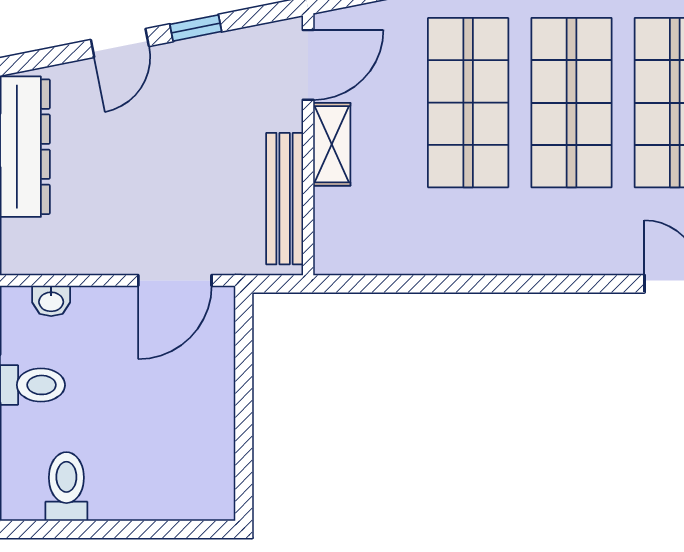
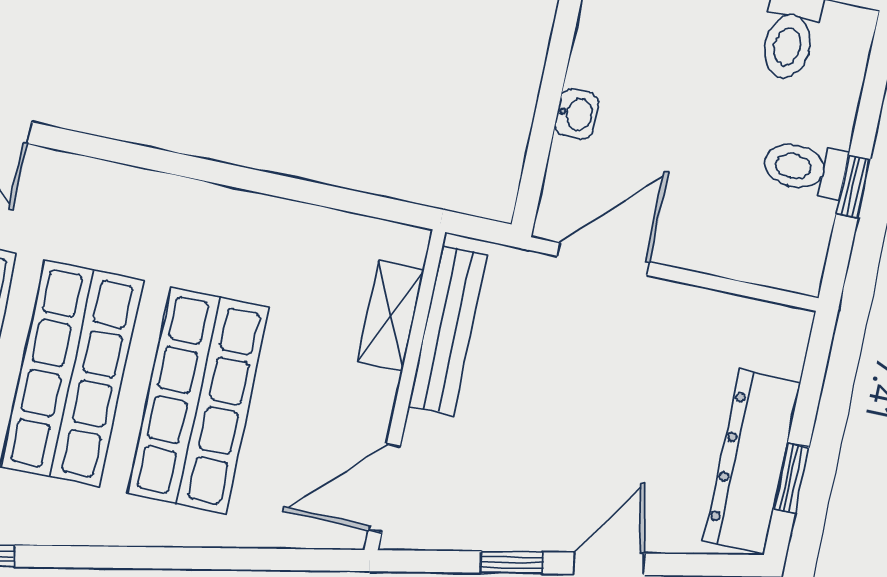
shelving: (332, 144) -> (391, 316), moved
washbasin: (51, 301) -> (577, 114), moved, turned 90

